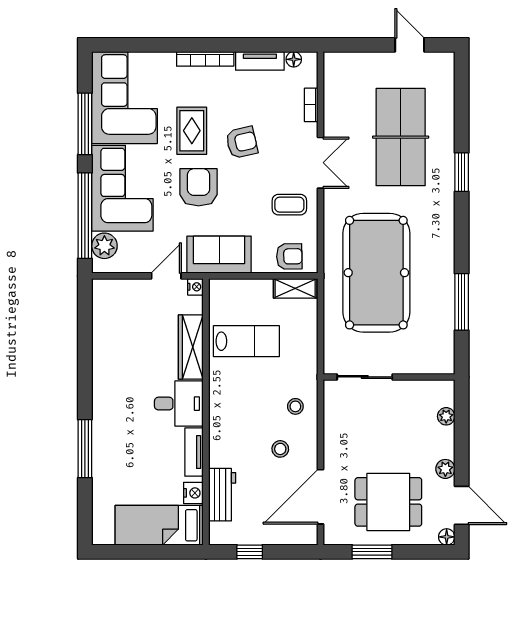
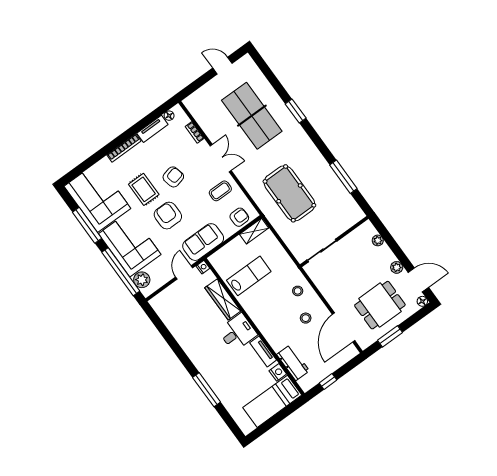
pool table: (376, 273) -> (289, 193), width x0.73, depth x0.76

